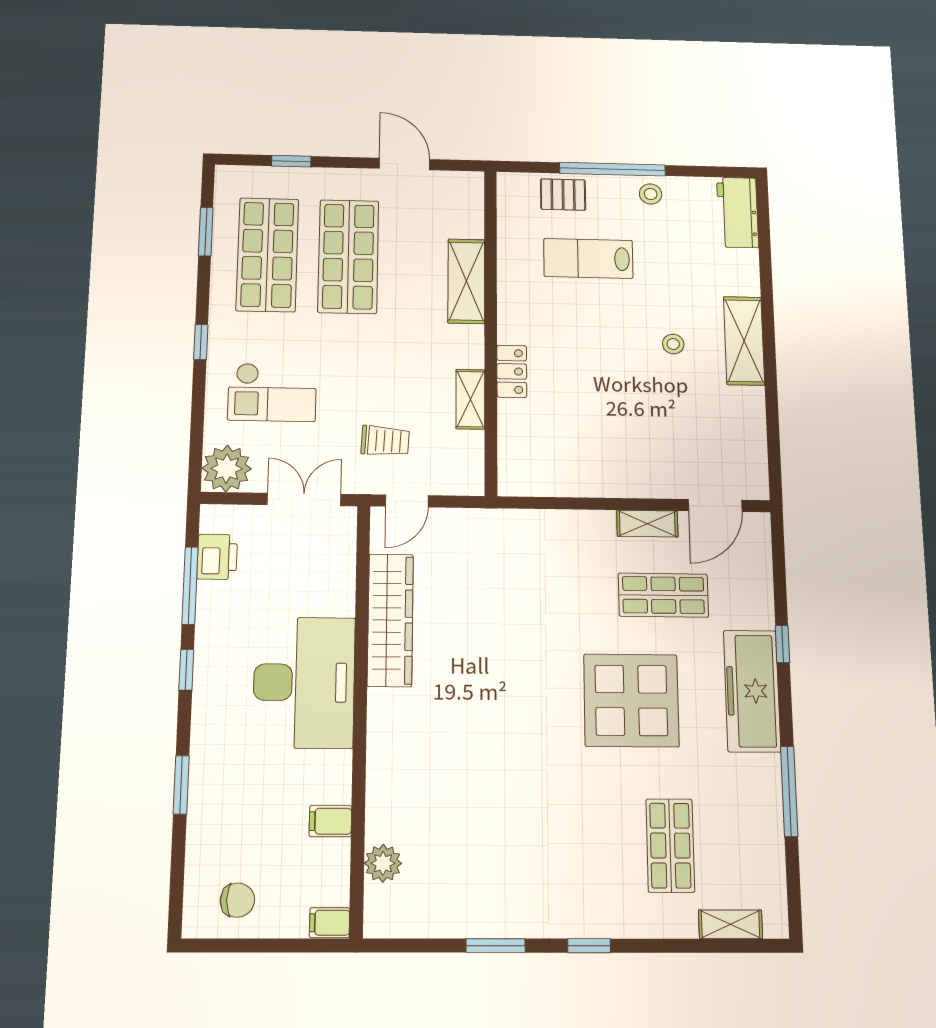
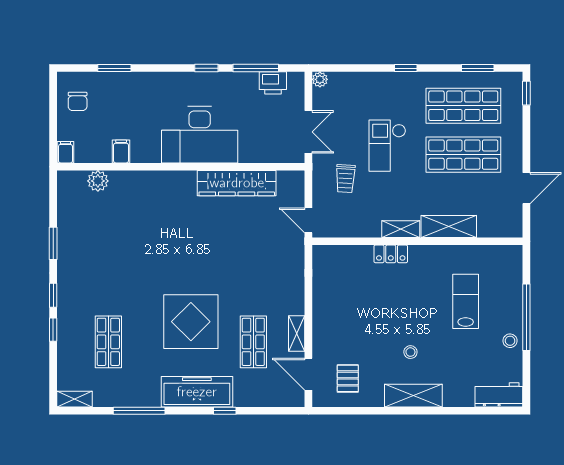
window: (291, 161) -> (526, 93), moved
pallet: (563, 195) -> (348, 378), moved
checkout: (272, 392) -> (387, 146), moved
shelving: (470, 399) -> (401, 229), moved
plant: (227, 469) -> (320, 79), width x0.53, depth x0.53
door: (407, 501) -> (308, 220), moved
window: (181, 785) -> (114, 68), moved
shop shelf: (670, 845) -> (108, 342), turned 90
shelving: (731, 924) -> (75, 399), moved, turned 90
window: (651, 946) -> (53, 330), added

